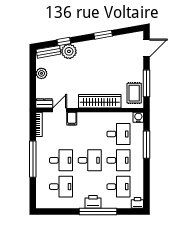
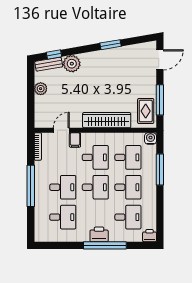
window: (64, 41) -> (54, 55), moved
dresser: (44, 103) -> (44, 123), removed
desk: (90, 134) -> (95, 157), added

